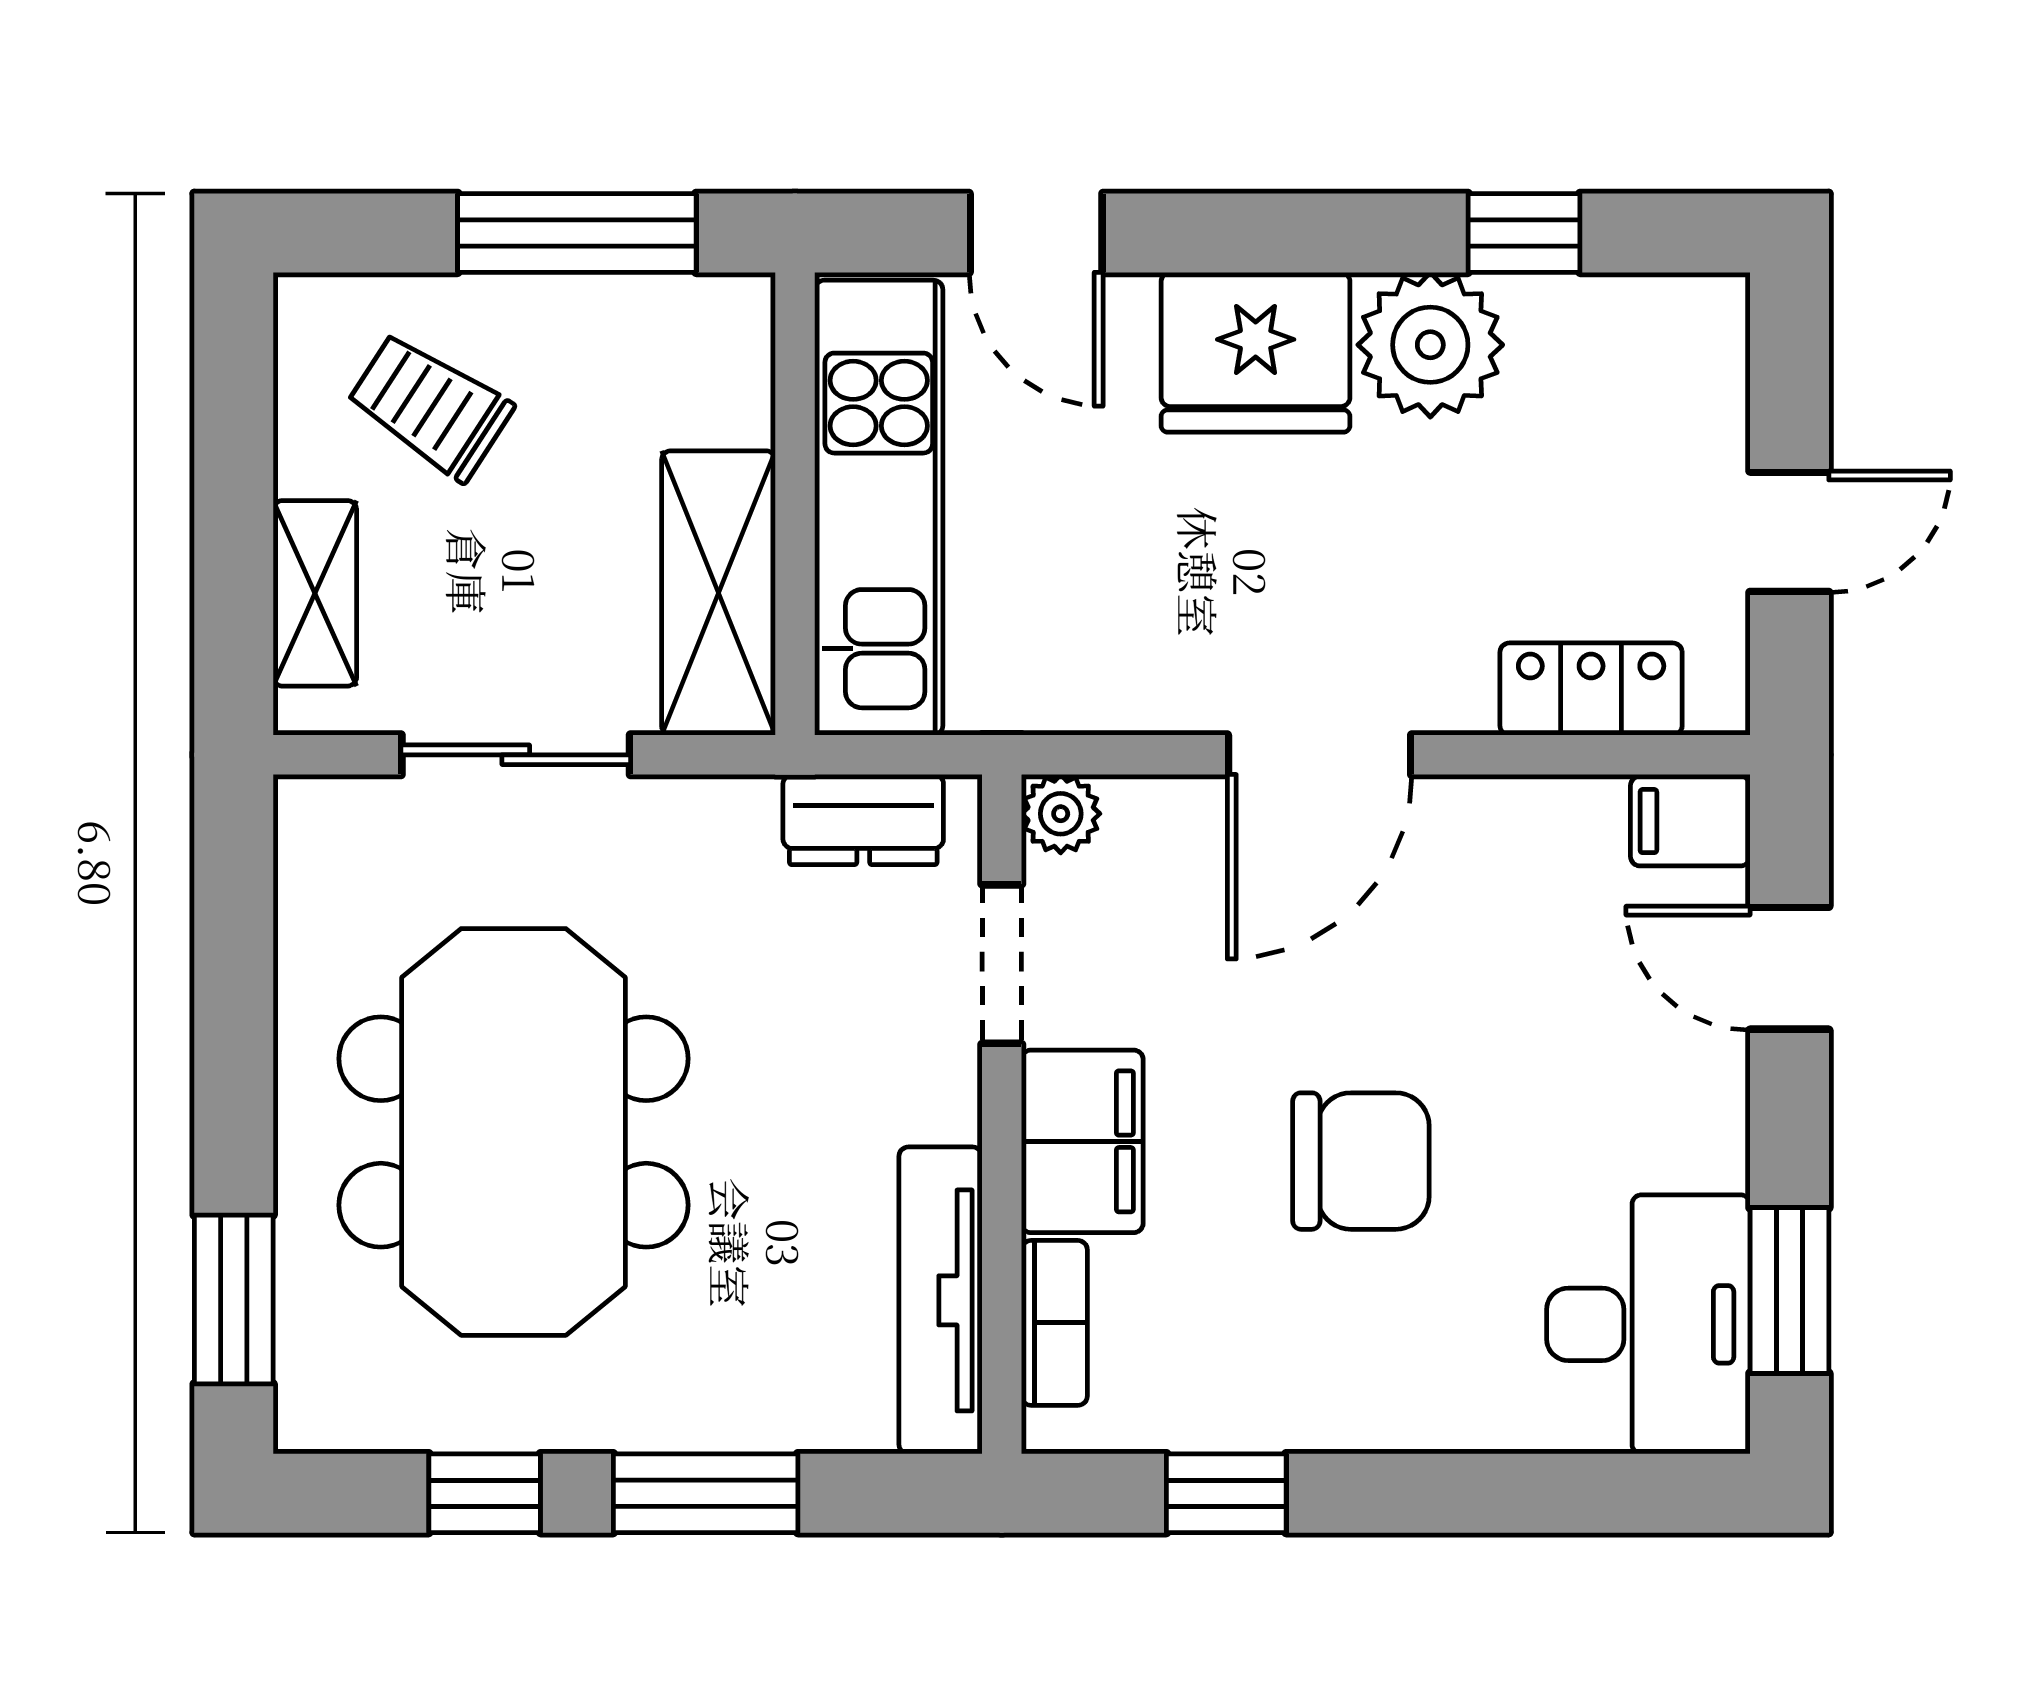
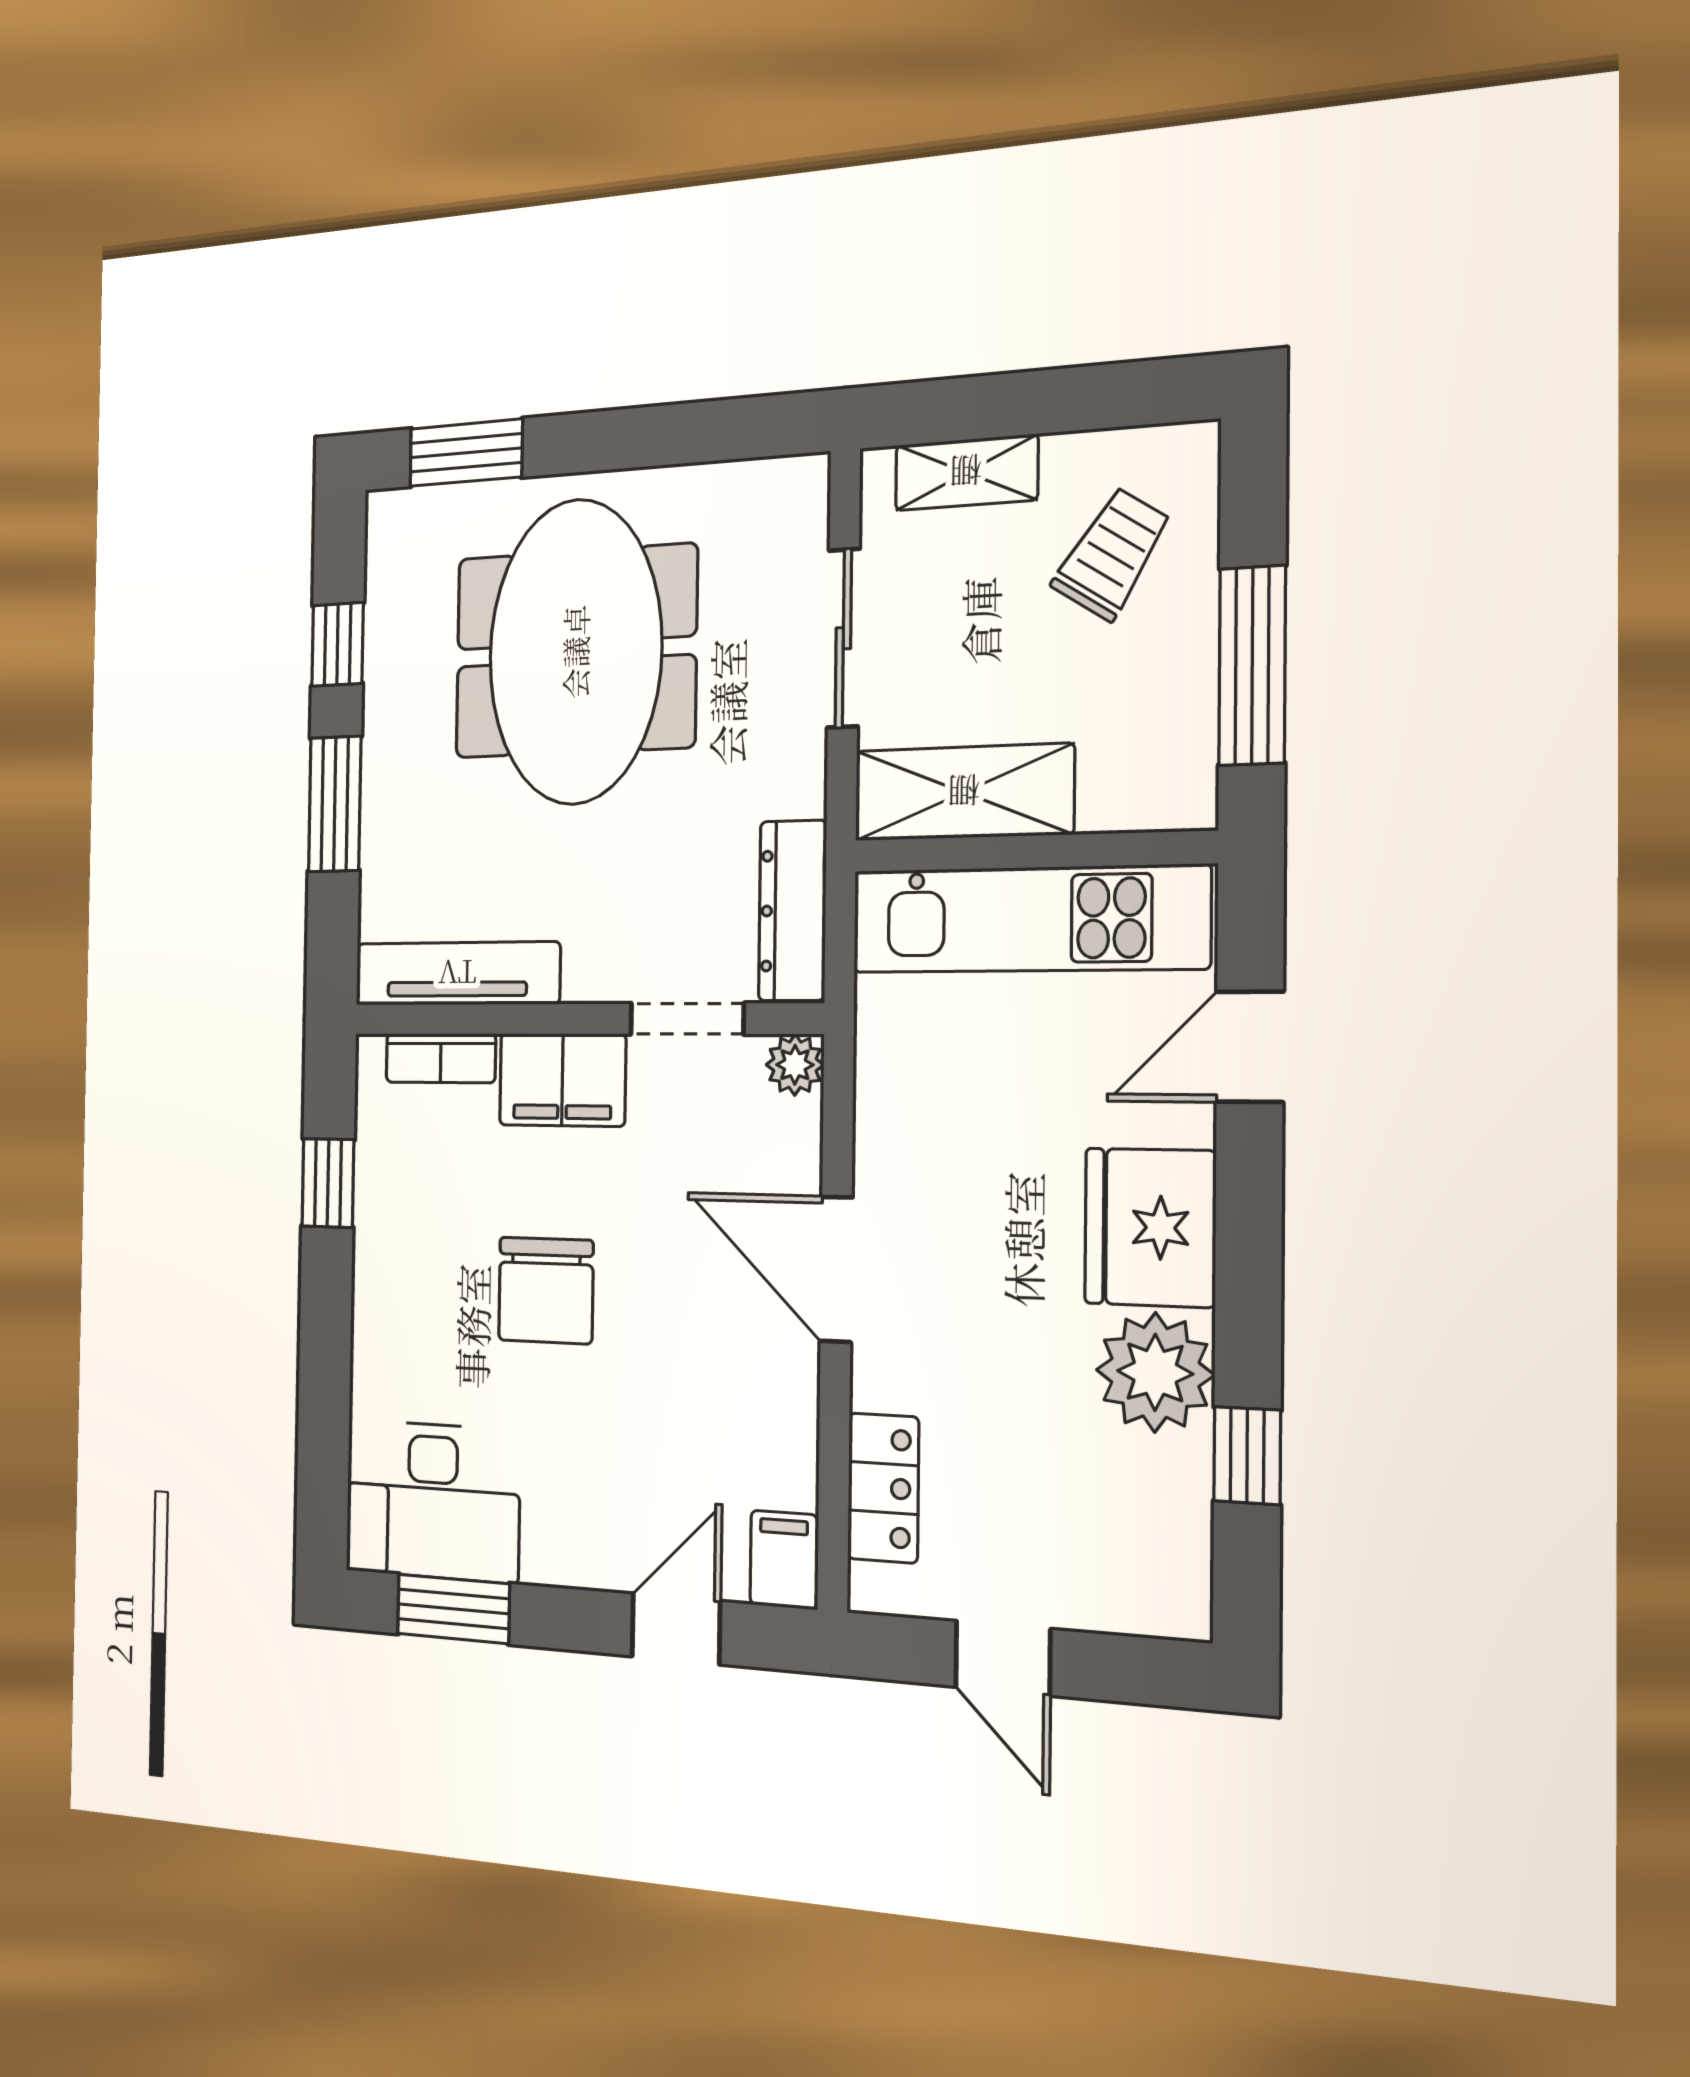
dresser: (863, 820) -> (792, 911), width x1.44
meeting table: (514, 1132) -> (575, 652), turned 90

